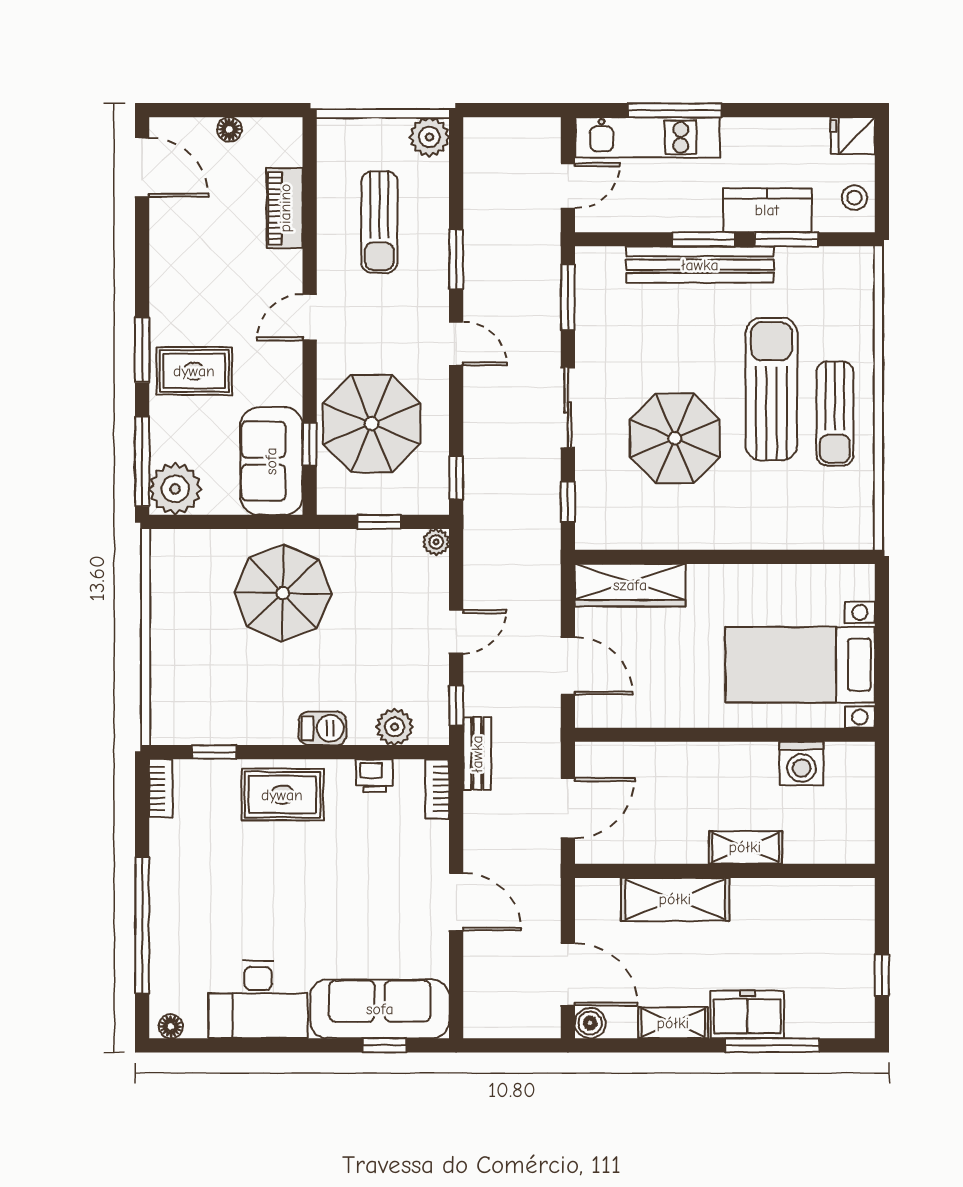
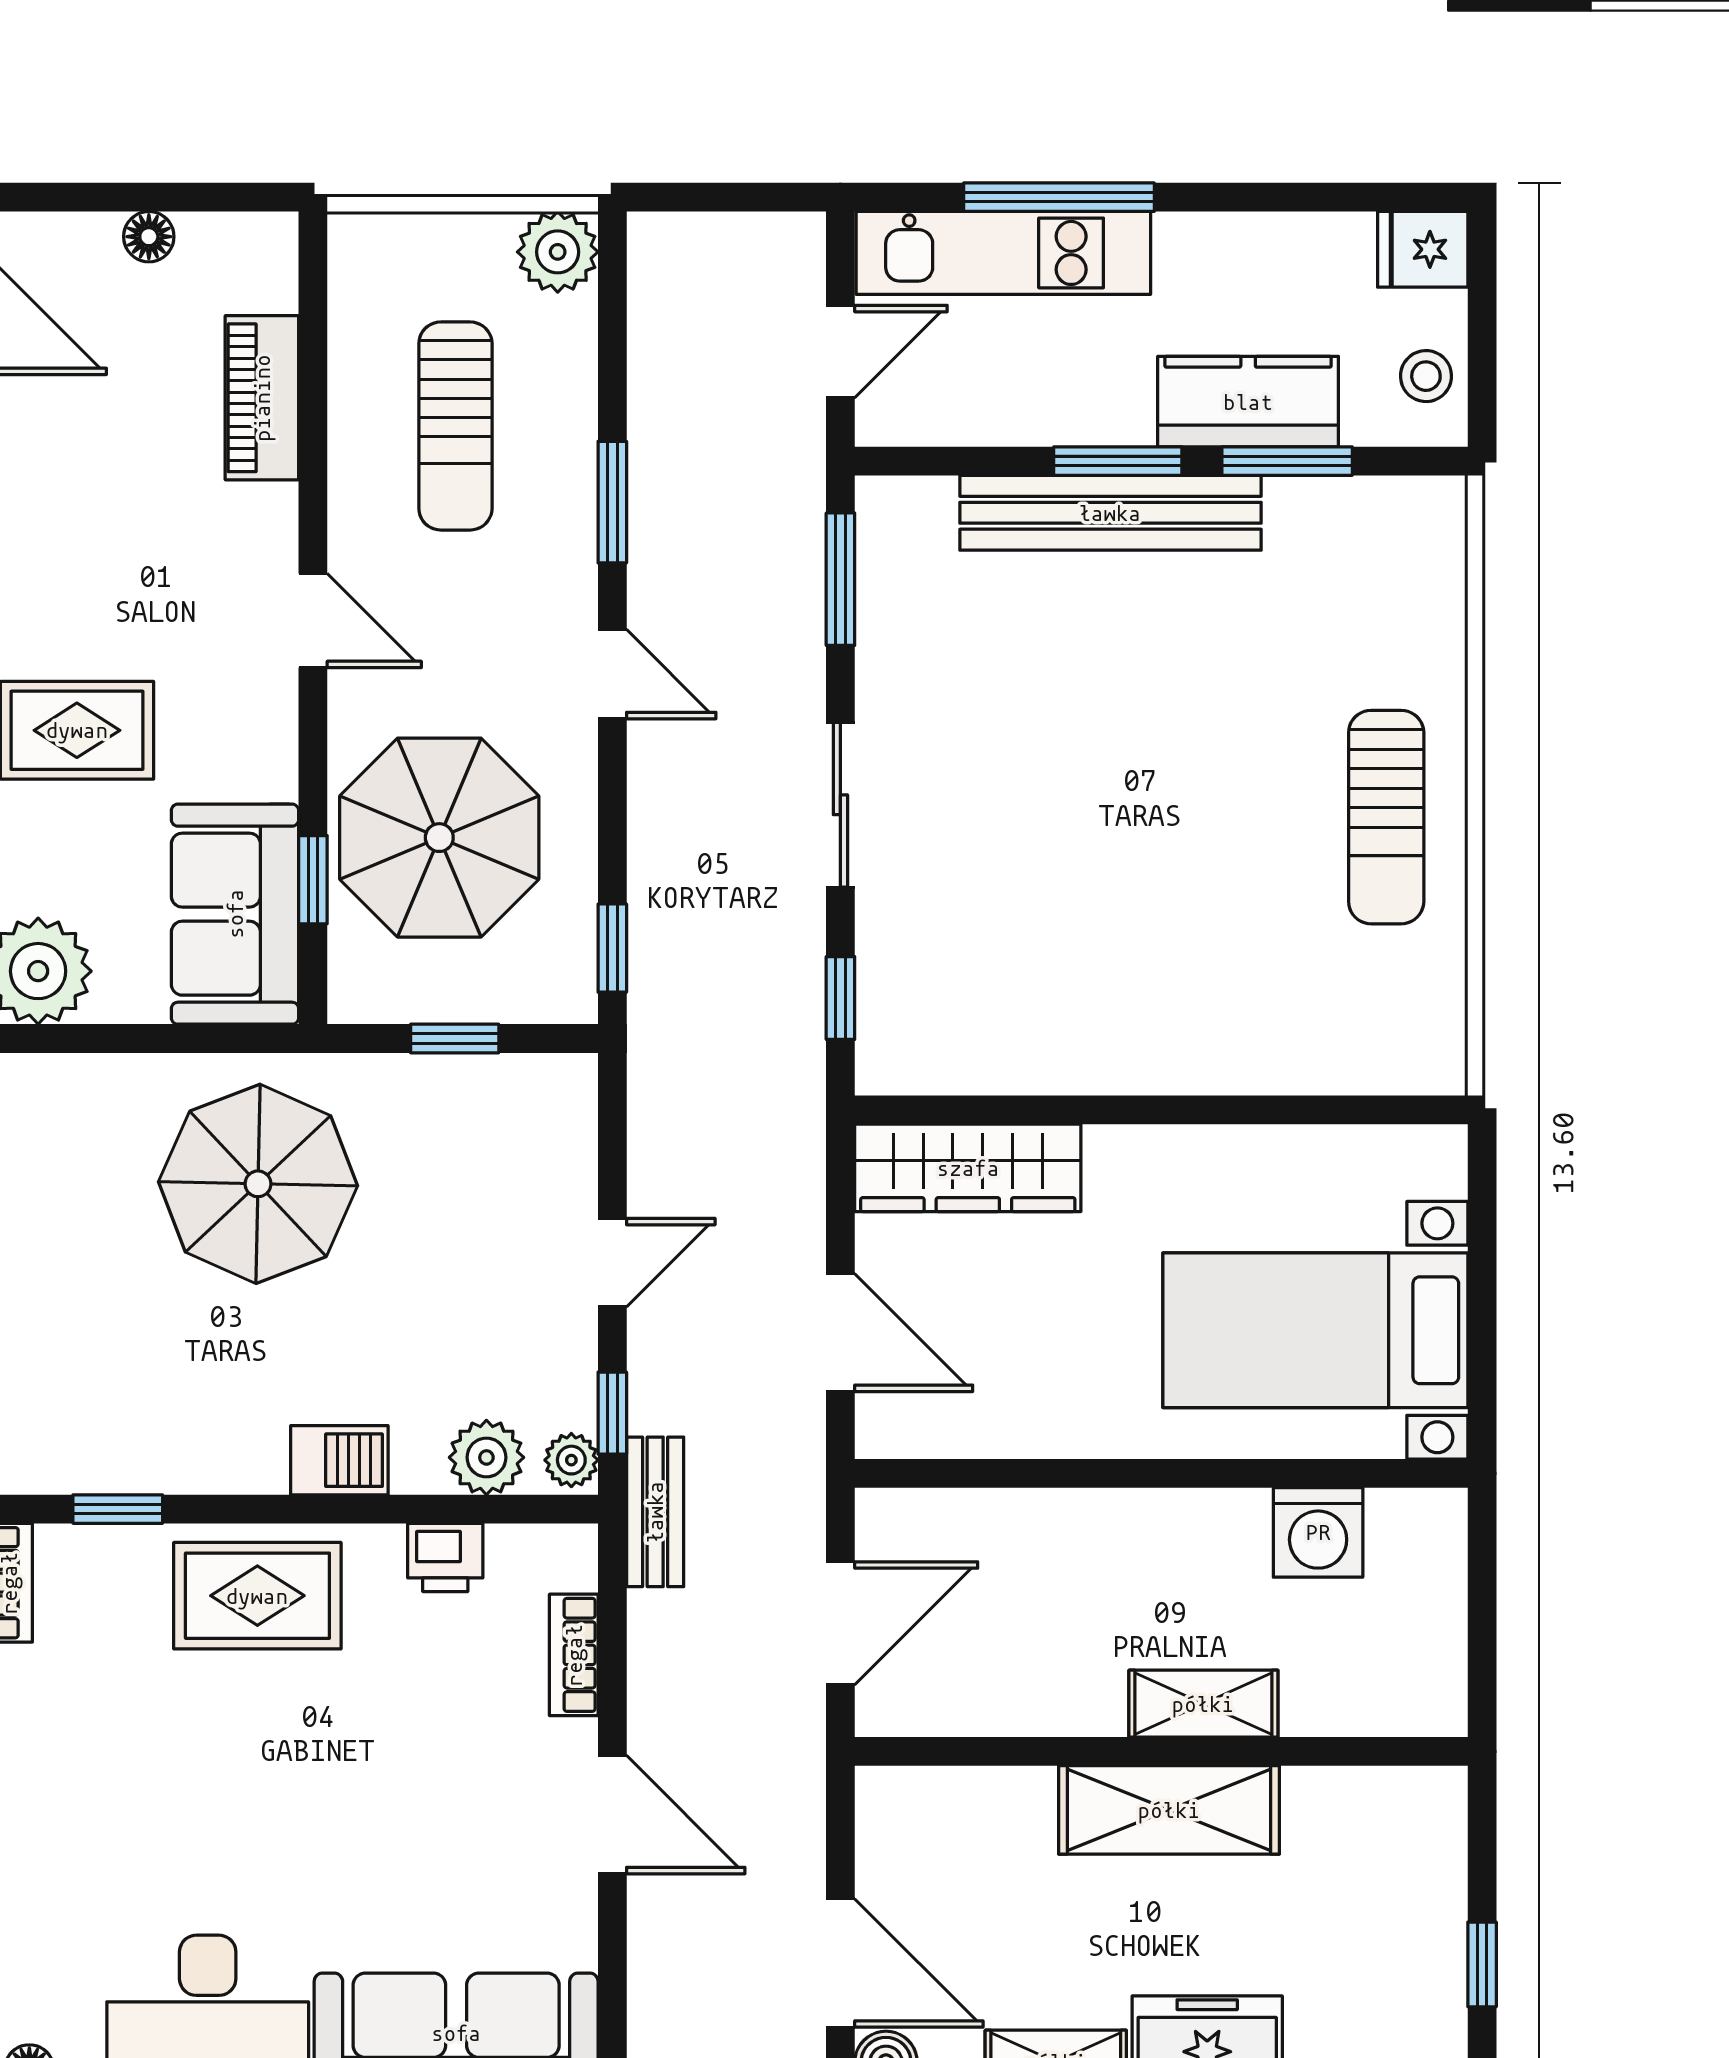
door: (310, 317) -> (313, 621), swing flipped
sun lounger: (771, 389) -> (1256, 767), removed
parasol: (675, 438) -> (1059, 868), removed
plant: (436, 542) -> (571, 1460), moved
bookcase: (437, 789) -> (574, 1655), moved
shelving: (675, 899) -> (1169, 1810), moved

